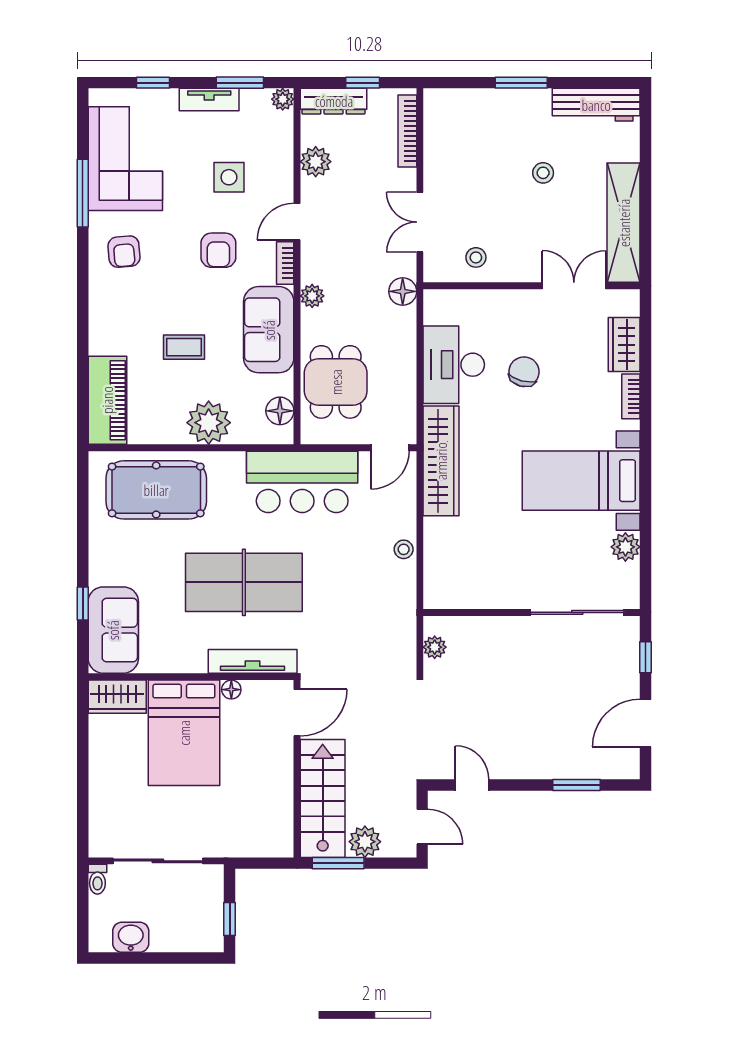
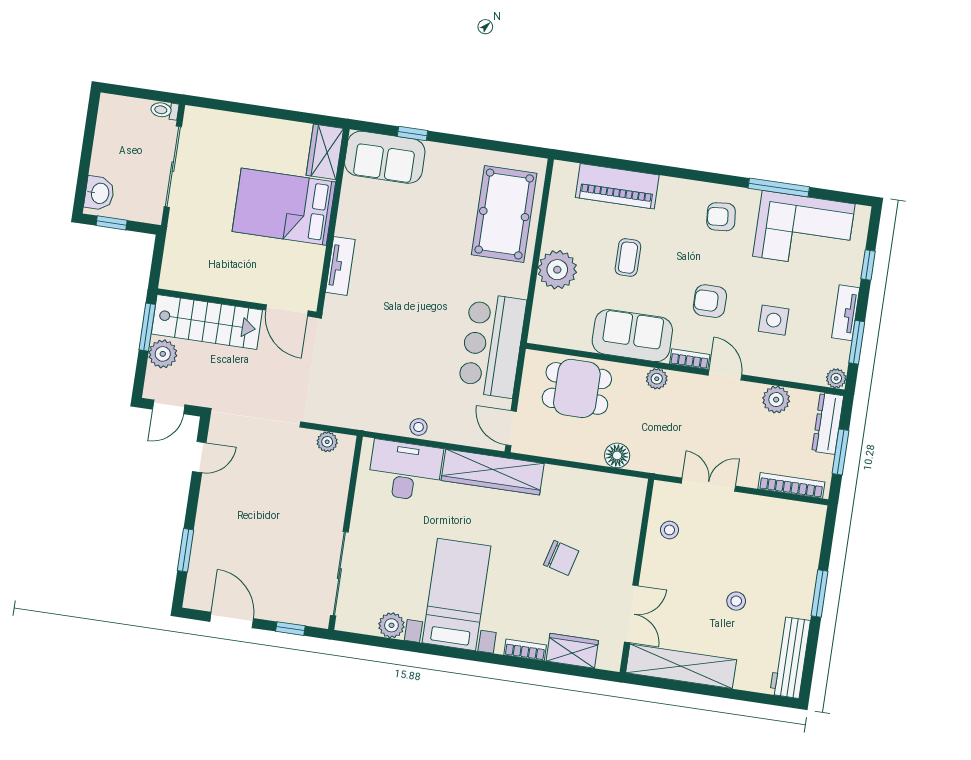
window: (363, 83) -> (840, 452), width x1.50
floor lamp: (403, 291) -> (617, 455), moved
desk: (454, 365) -> (405, 471), moved
piano: (107, 400) -> (617, 186), moved
floor lamp: (280, 411) -> (558, 335), removed
table tennis table: (244, 582) -> (410, 280), removed
tv unit: (253, 661) -> (340, 266), width x0.71
floor lamp: (231, 690) -> (316, 255), removed
washbasin: (131, 937) -> (99, 193), moved

